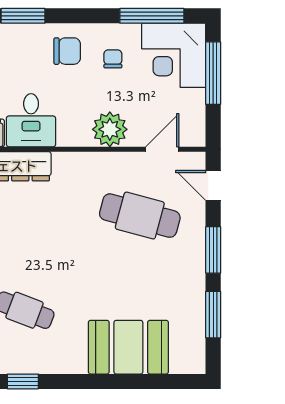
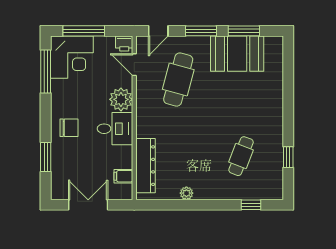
chair: (67, 51) -> (69, 128), turned 90
chair: (113, 59) -> (74, 97), removed
desk: (31, 120) -> (115, 129), moved
printer: (194, 134) -> (124, 43), added
booth: (128, 347) -> (237, 54), moved, turned 90

